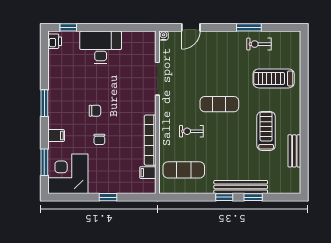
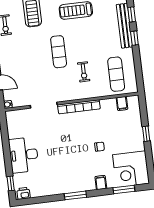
chair: (95, 111) -> (76, 153), removed
bookcase: (150, 140) -> (79, 107), moved

